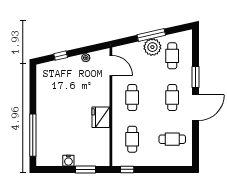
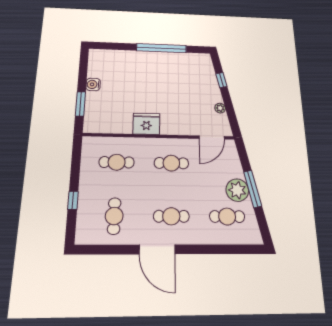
window: (196, 77) -> (200, 249), removed
window: (33, 135) -> (161, 48), moved
window: (127, 169) -> (73, 201), moved

